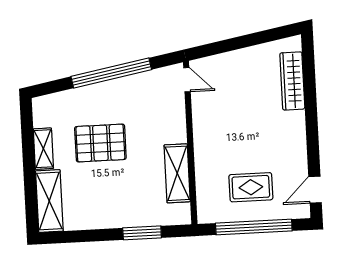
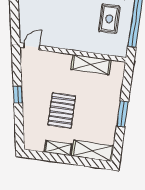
window: (111, 73) -> (18, 95), width x0.32
window: (142, 233) -> (122, 114), moved

